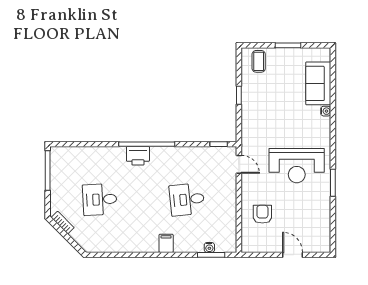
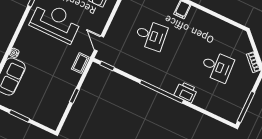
coffee table: (259, 61) -> (80, 63), moved
printer: (138, 156) -> (186, 92), moved

